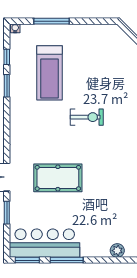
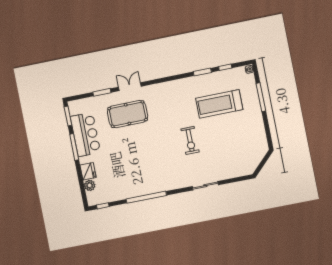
pool table: (58, 178) -> (128, 114), moved, turned 90
bar counter: (45, 243) -> (85, 134), width x0.73
fridge: (100, 249) -> (88, 171), added

